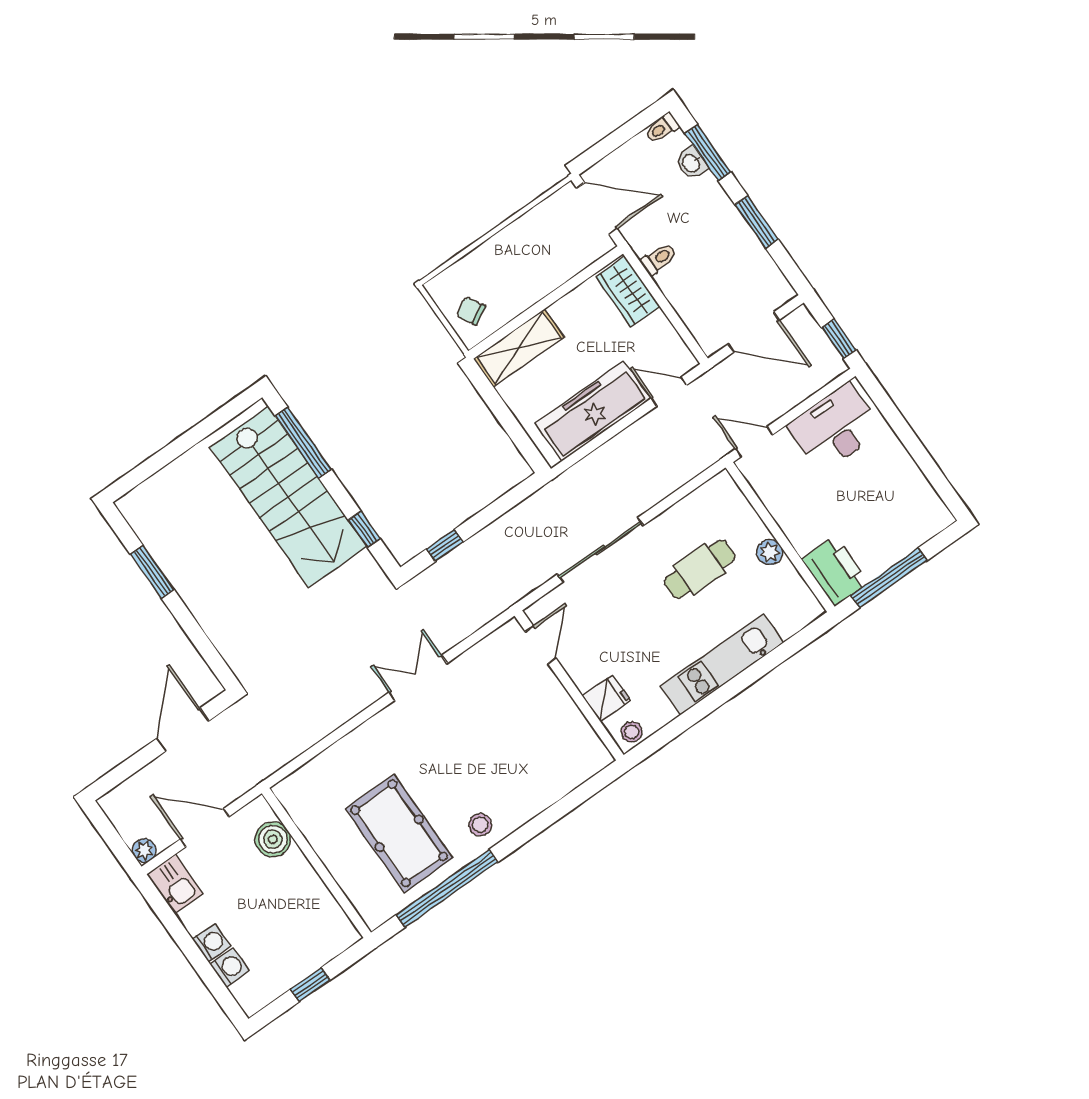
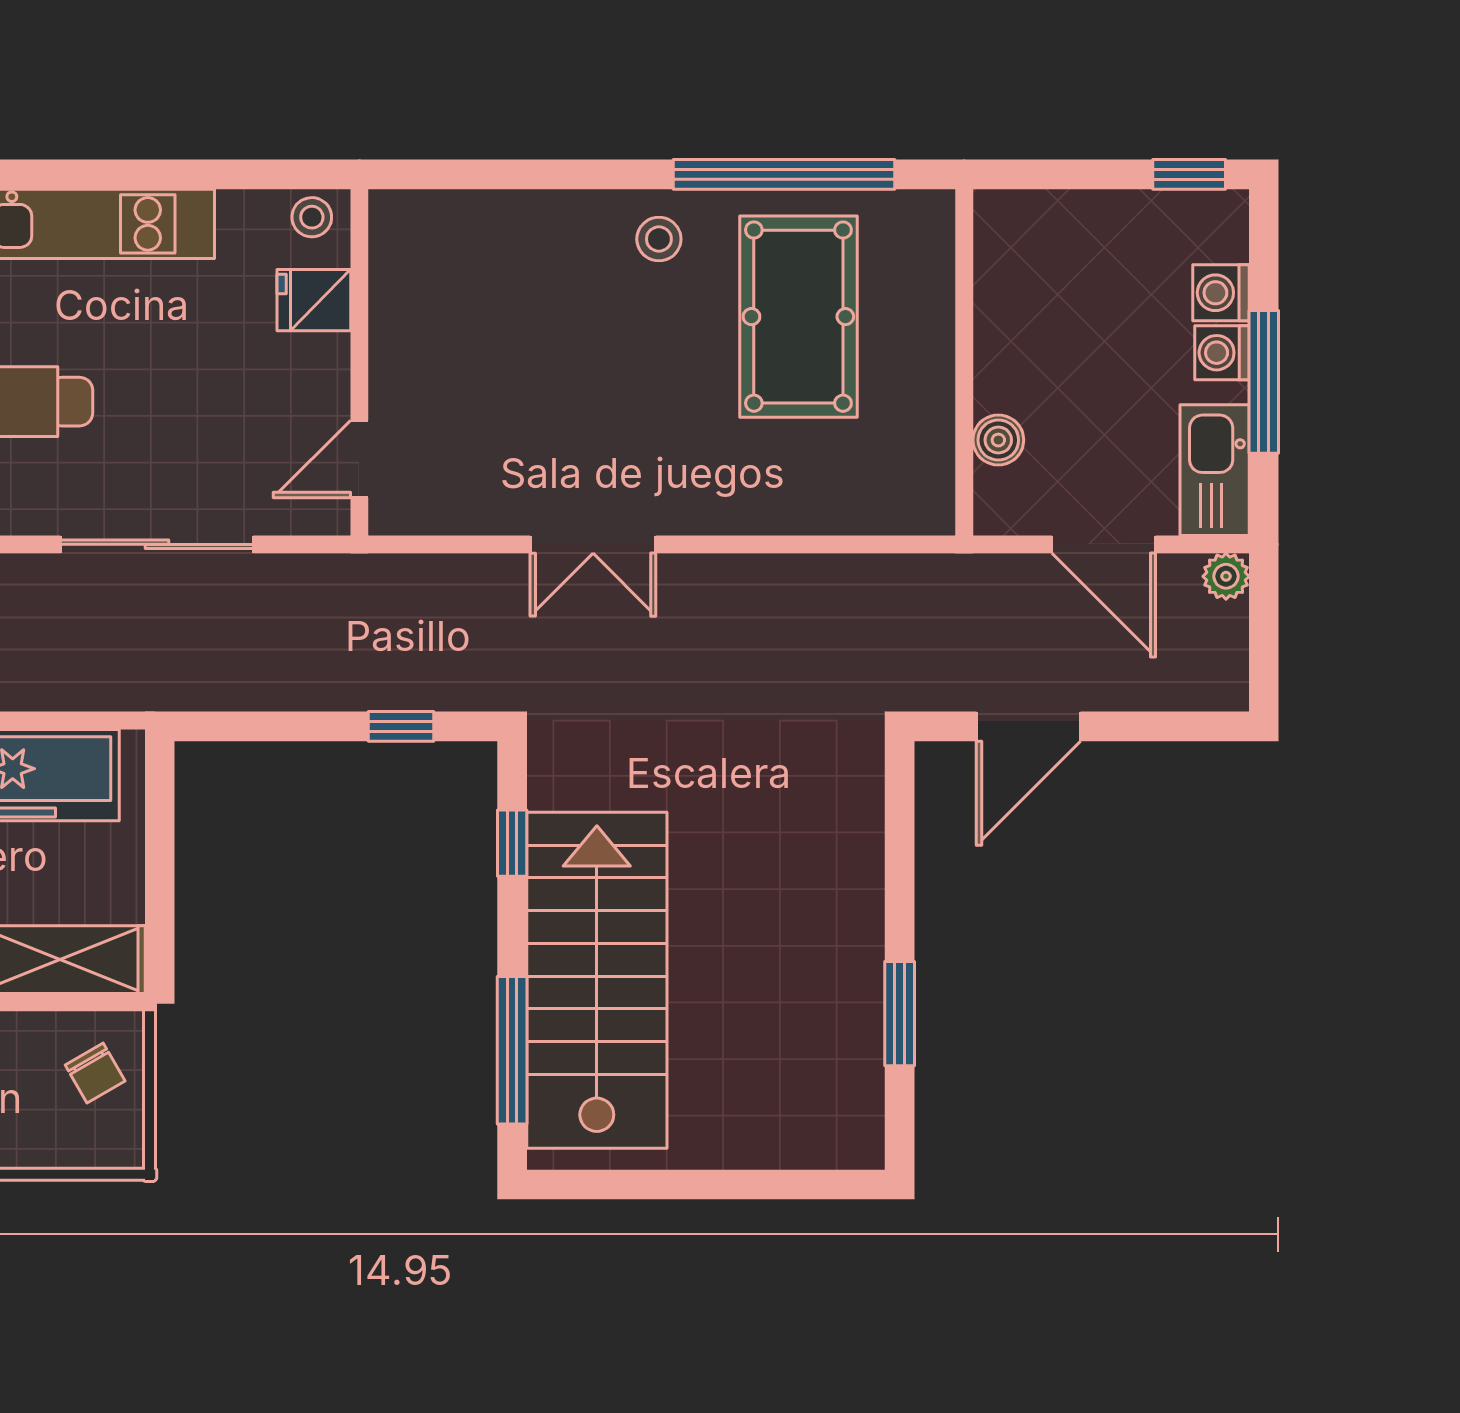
boiler: (273, 839) -> (998, 440), width x0.73, depth x0.73
kitchen sink: (175, 884) -> (1215, 470), width x1.38
window: (186, 943) -> (1264, 382), added
window: (310, 984) -> (1189, 174), moved

